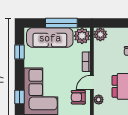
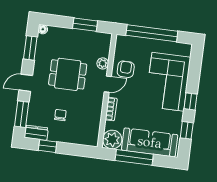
plant: (100, 34) -> (91, 138), removed
window: (20, 97) -> (190, 101), moved
armchair: (78, 97) -> (126, 69), turned -90

